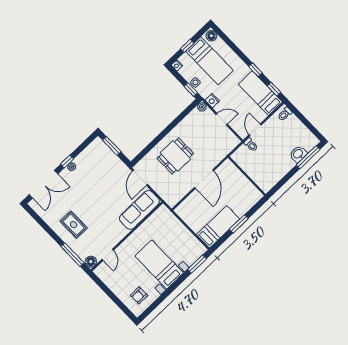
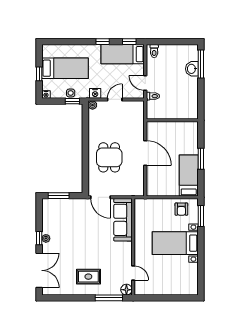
floor lamp: (211, 36) -> (48, 50), removed
armchair: (139, 295) -> (181, 209), moved

